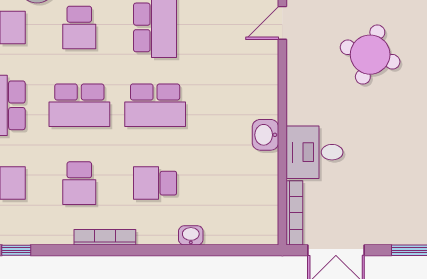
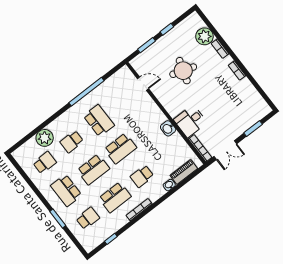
door: (282, 23) -> (143, 84), swing flipped
school desk: (79, 27) -> (72, 142), turned 90
school desk: (79, 183) -> (115, 197), width x1.85
piano: (234, 232) -> (184, 172), added

